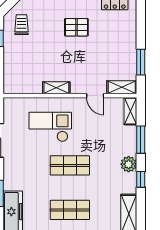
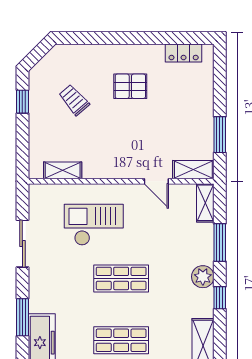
trolley: (21, 25) -> (74, 100), moved, turned -41
shelving: (56, 88) -> (63, 170), moved

